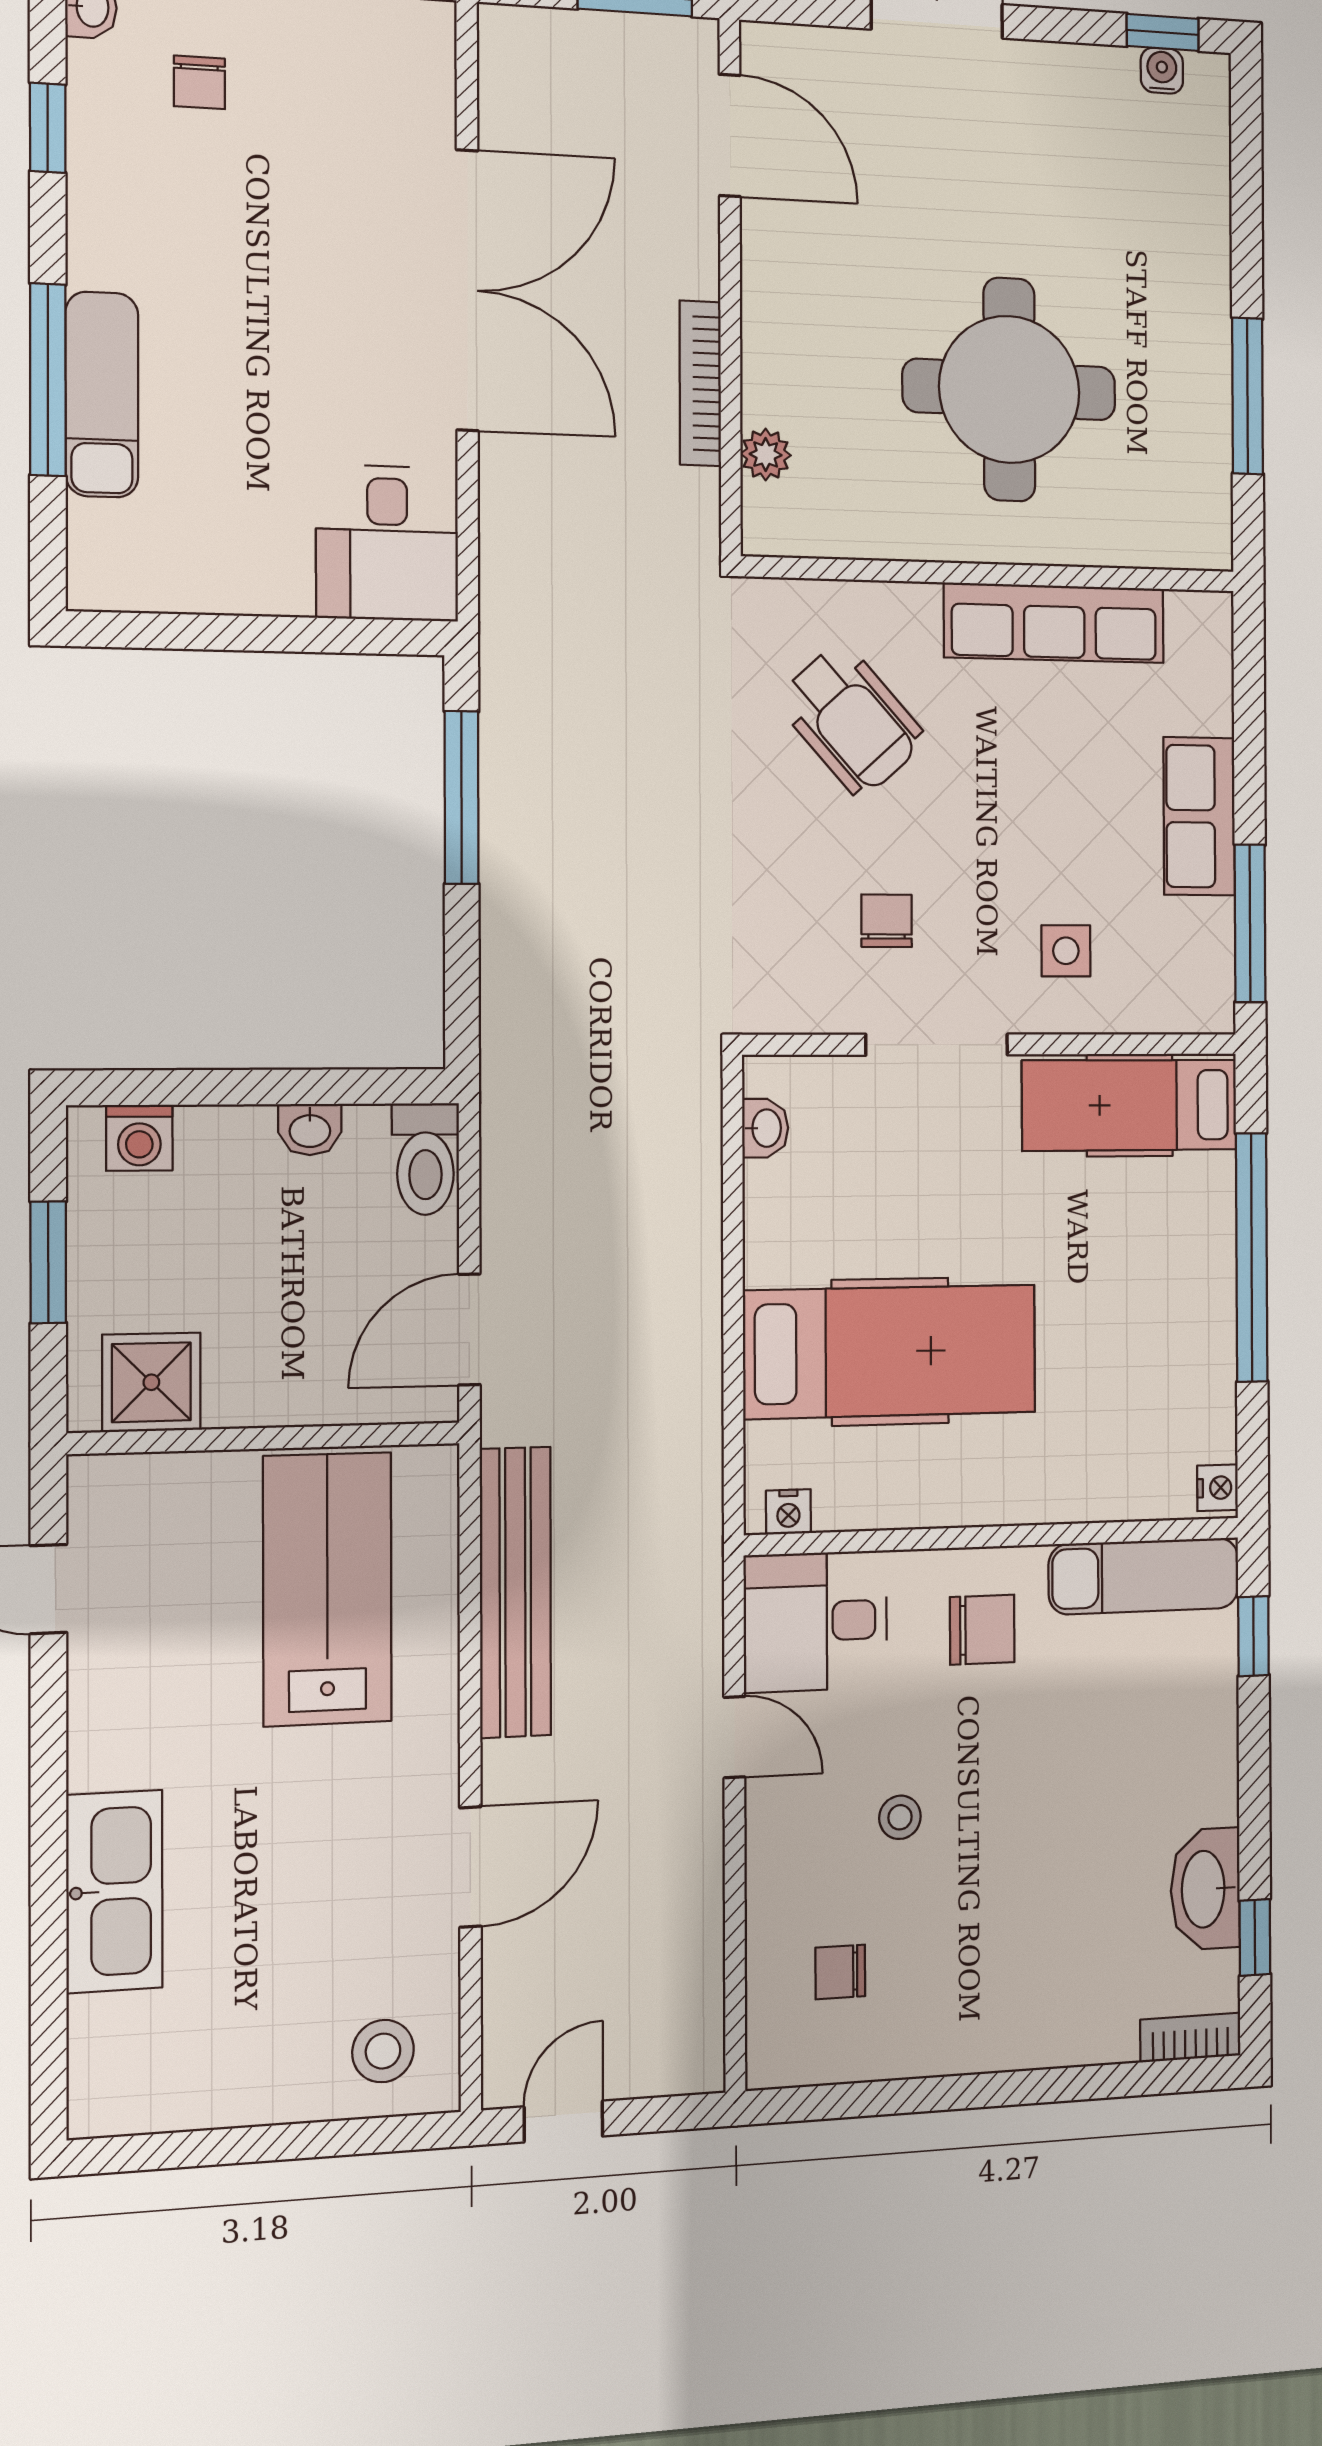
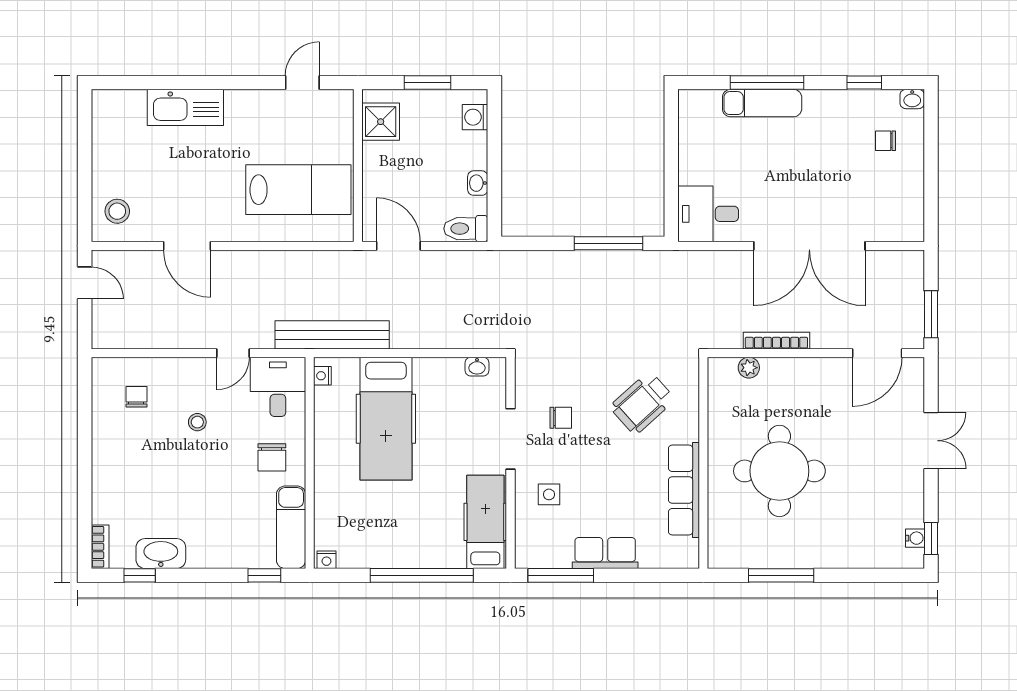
bench: (515, 1592) -> (332, 335), moved

